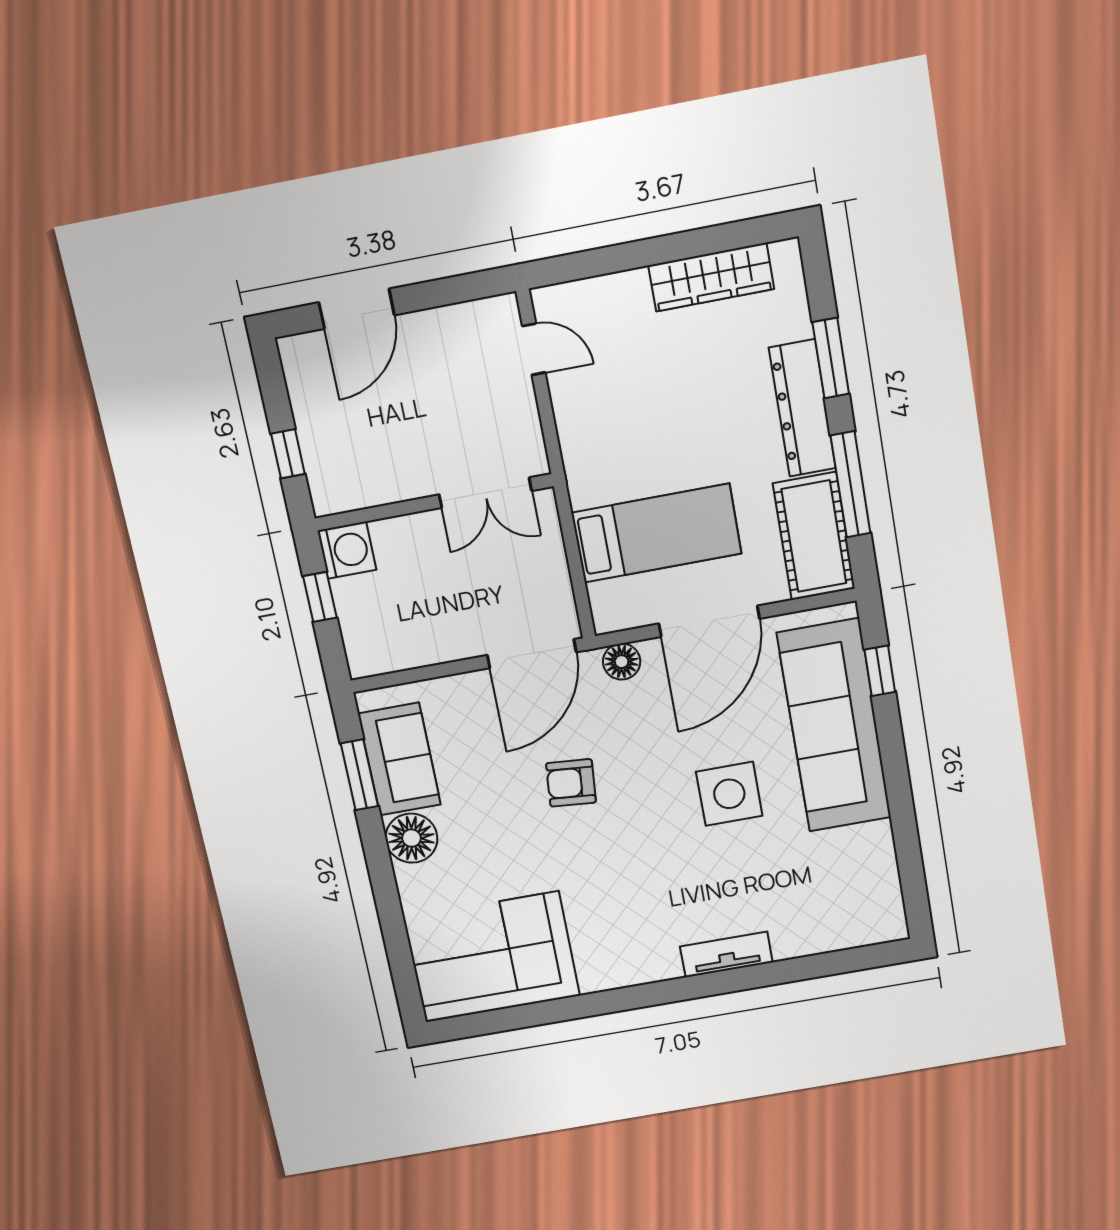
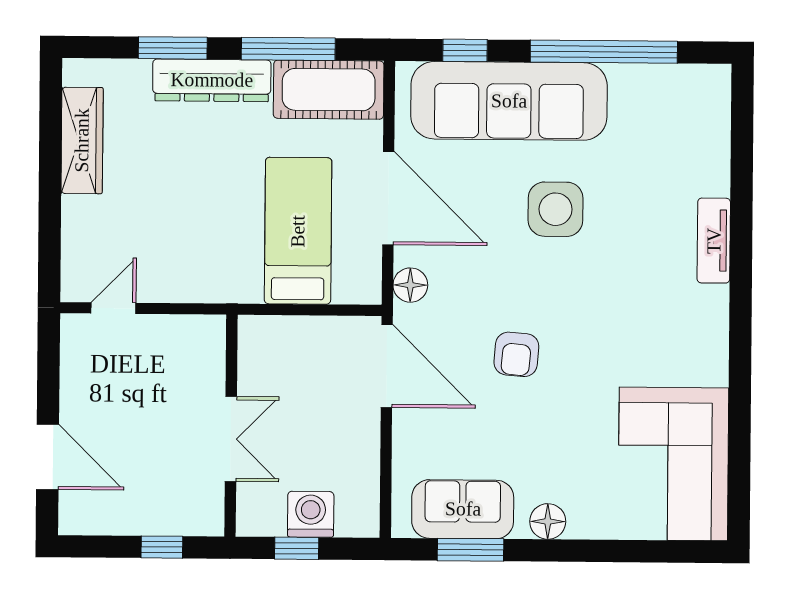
double door: (485, 493) -> (231, 439), moved
washing machine: (347, 550) -> (311, 514), moved
window: (902, 812) -> (604, 52), added
floor lamp: (412, 838) -> (548, 521), width x0.73, depth x0.73

